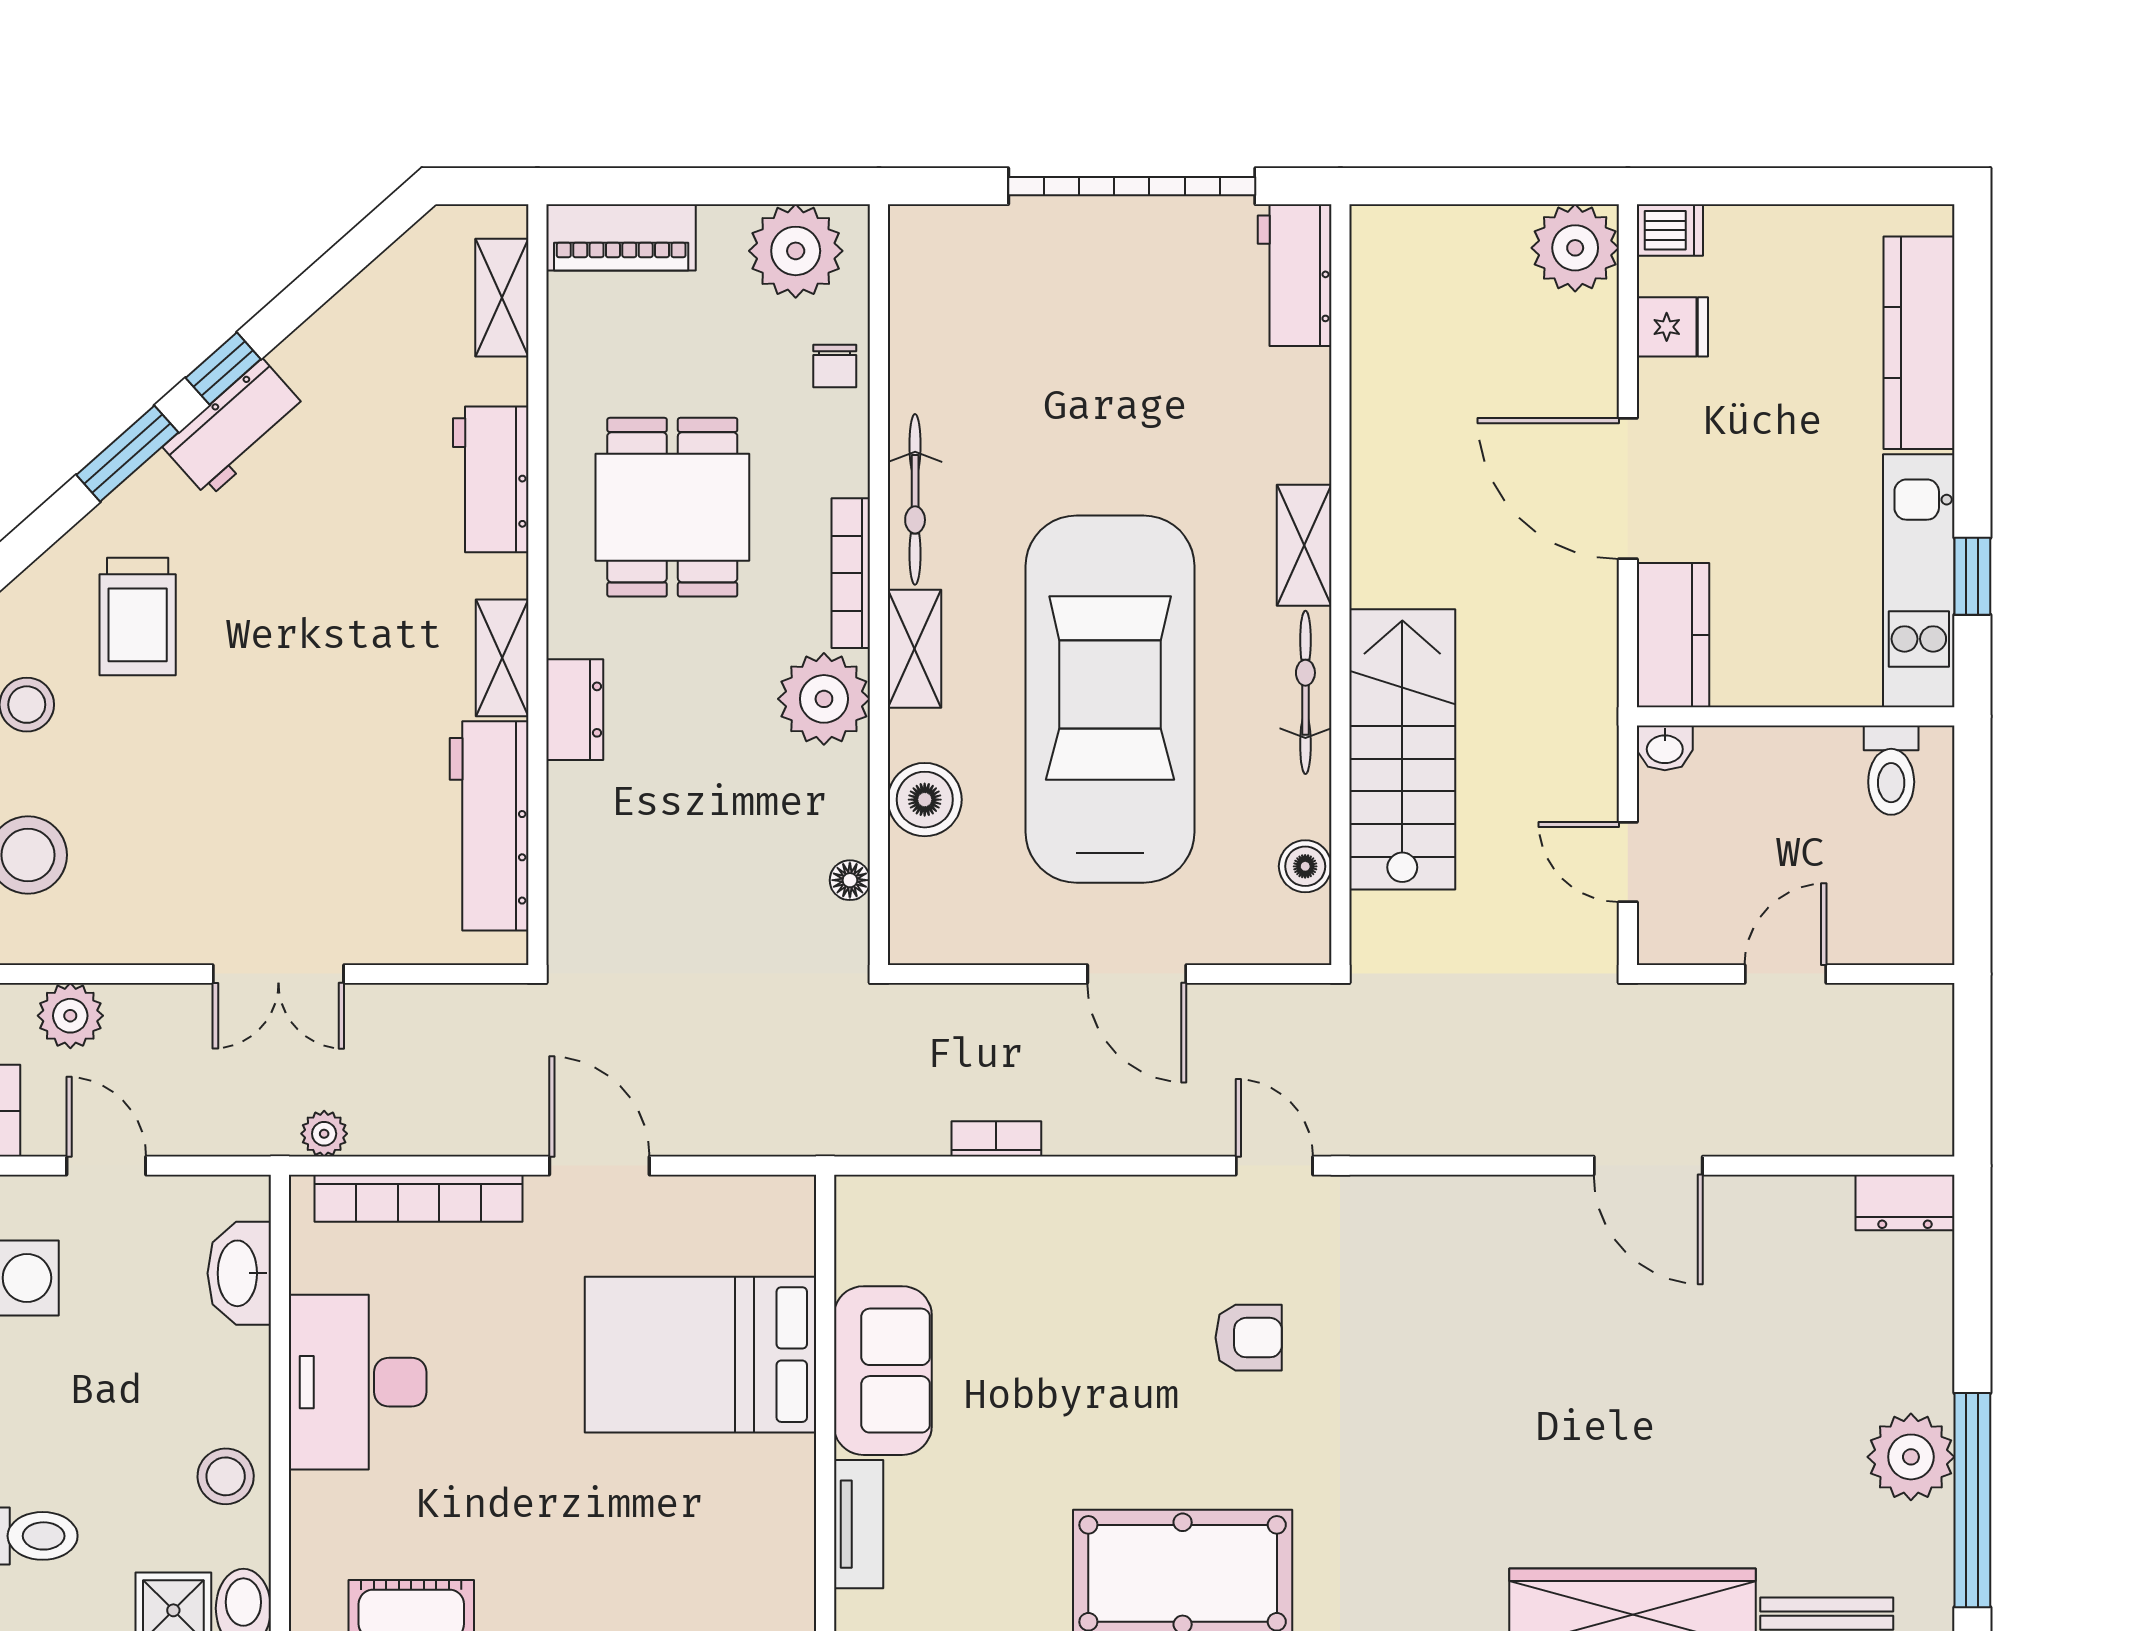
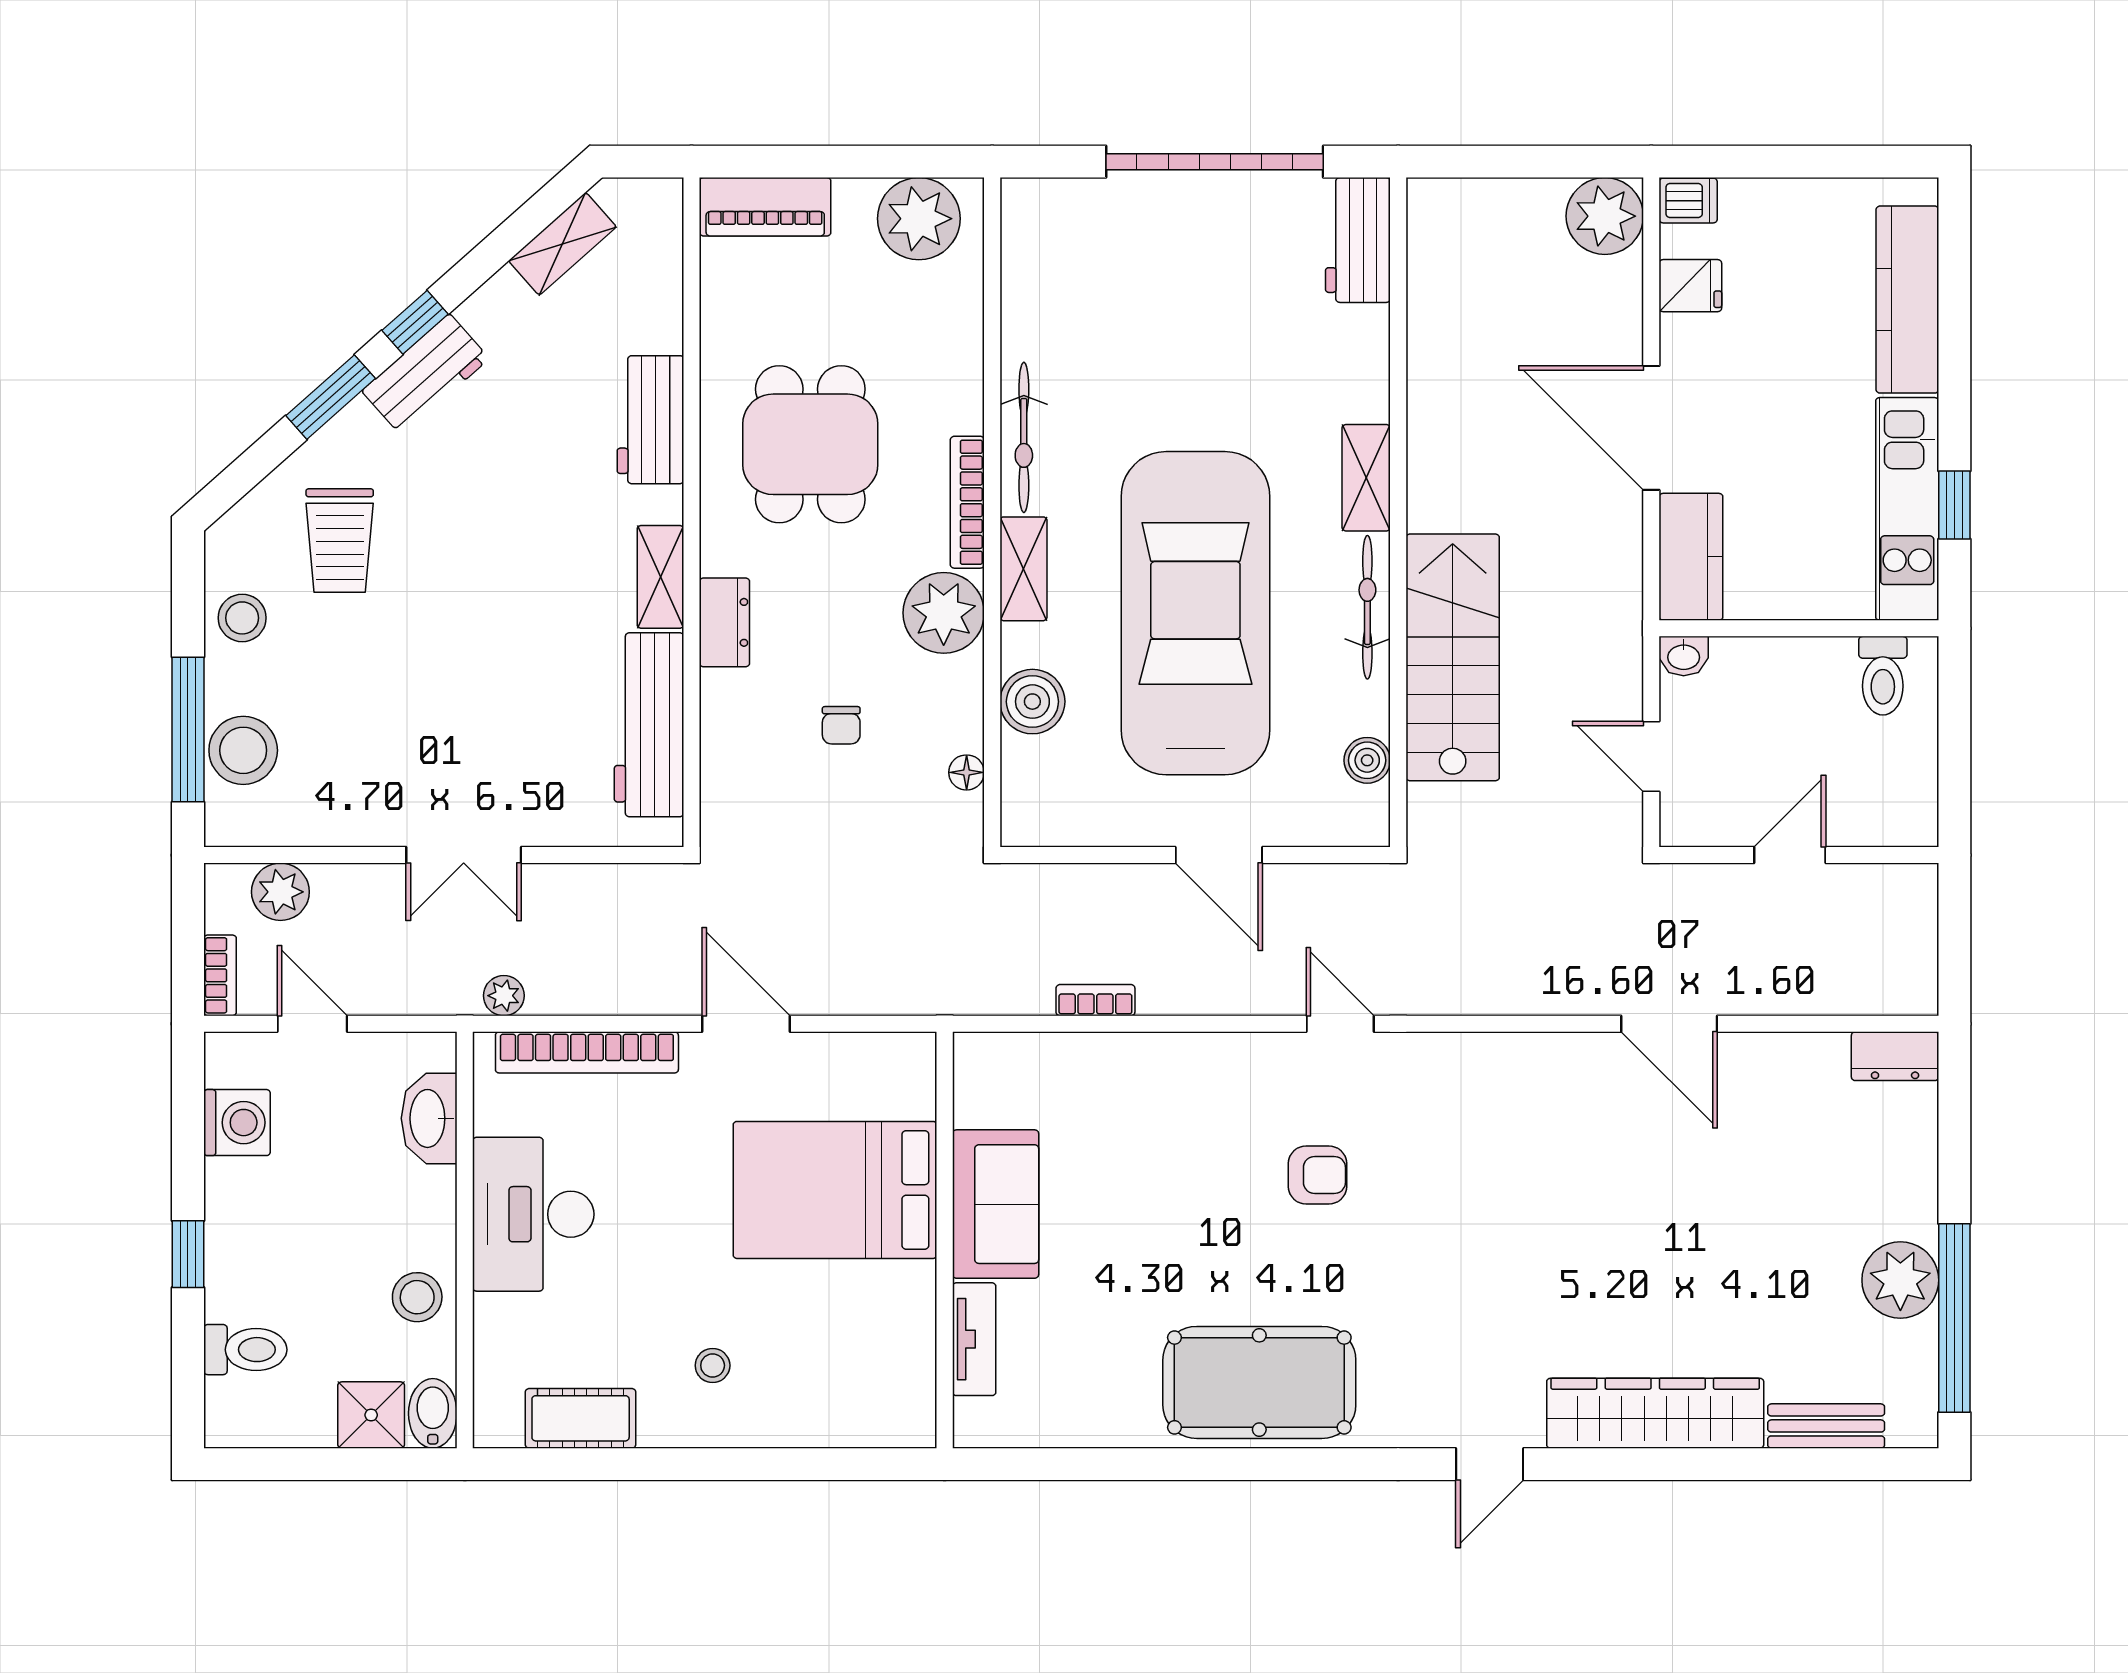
shelving: (502, 298) -> (562, 244), moved, turned 48
chair: (835, 366) -> (841, 725), moved
stool: (561, 1554) -> (713, 1365), added

